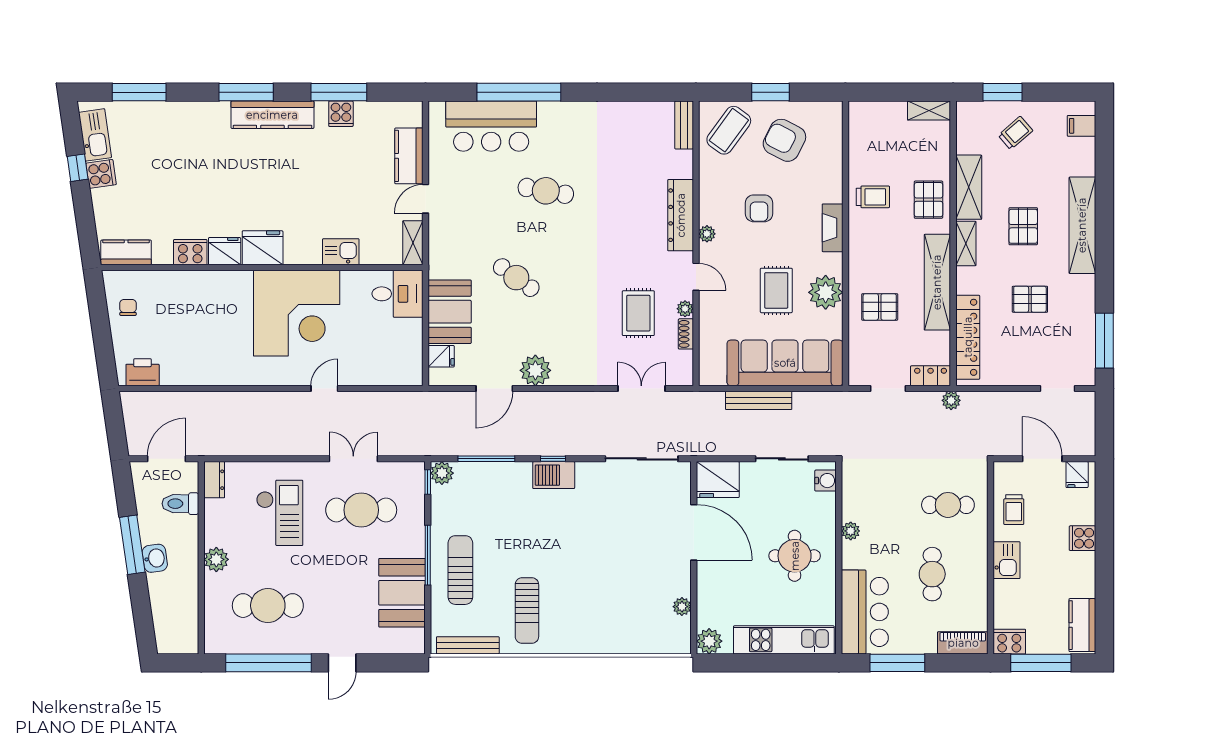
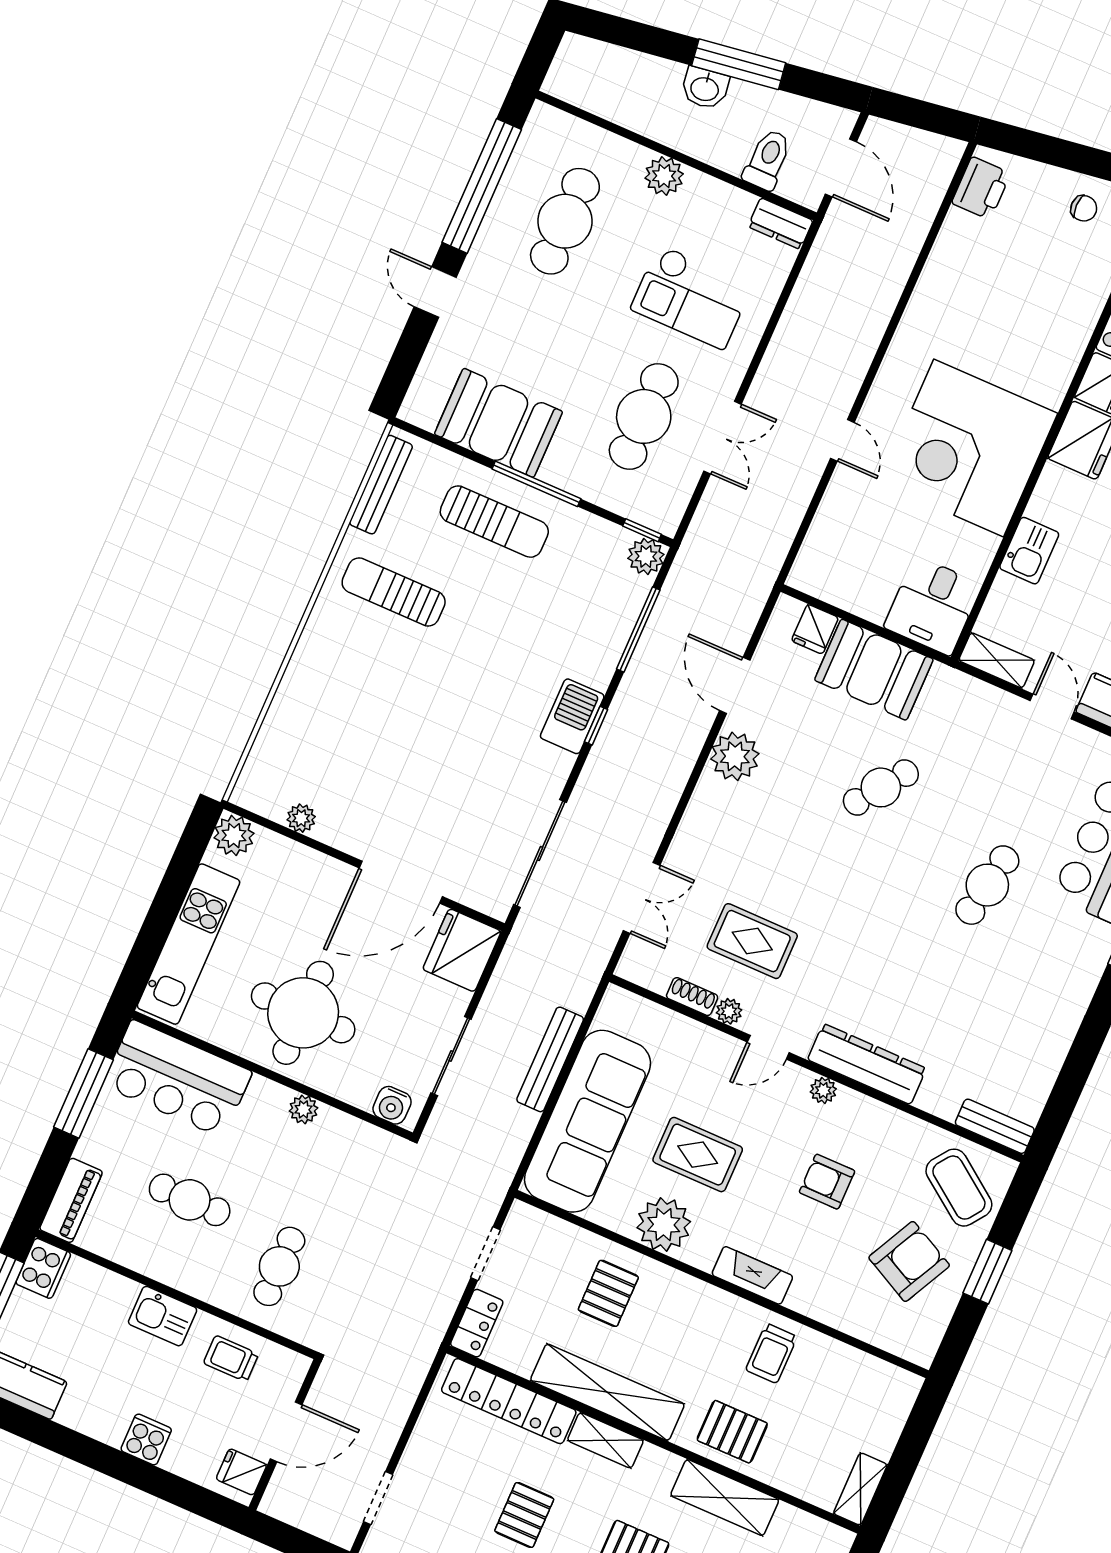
shelving: (966, 243) -> (605, 1440), moved
plant: (951, 400) -> (428, 1337), removed
round table: (795, 556) -> (303, 1013), width x1.36, depth x1.36

